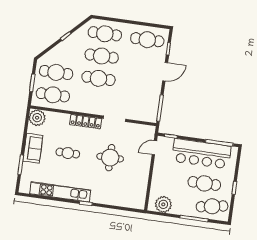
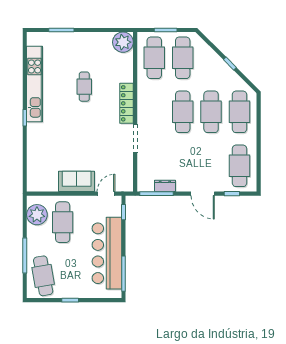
dresser: (155, 101) -> (165, 186), added
sofa: (33, 148) -> (77, 181), moved, turned 180
door: (154, 148) -> (106, 194), hinge flipped
round table: (110, 158) -> (86, 140), removed
cafe table: (204, 183) -> (63, 222), moved

